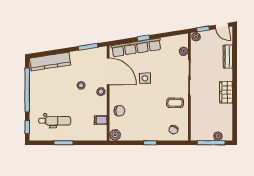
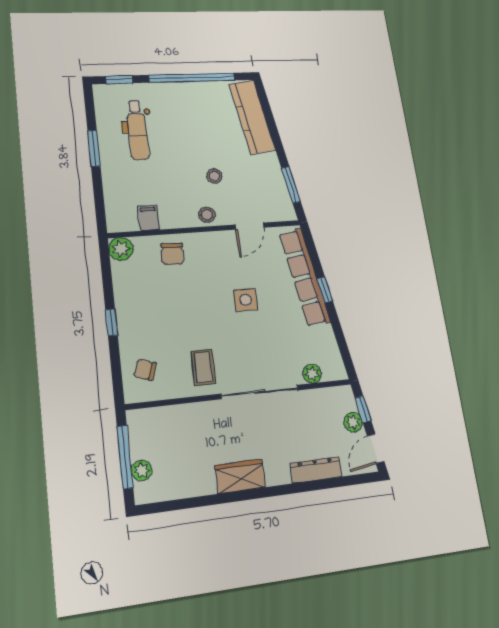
plant: (196, 37) -> (353, 422), moved
door: (108, 71) -> (249, 226), width x0.53

